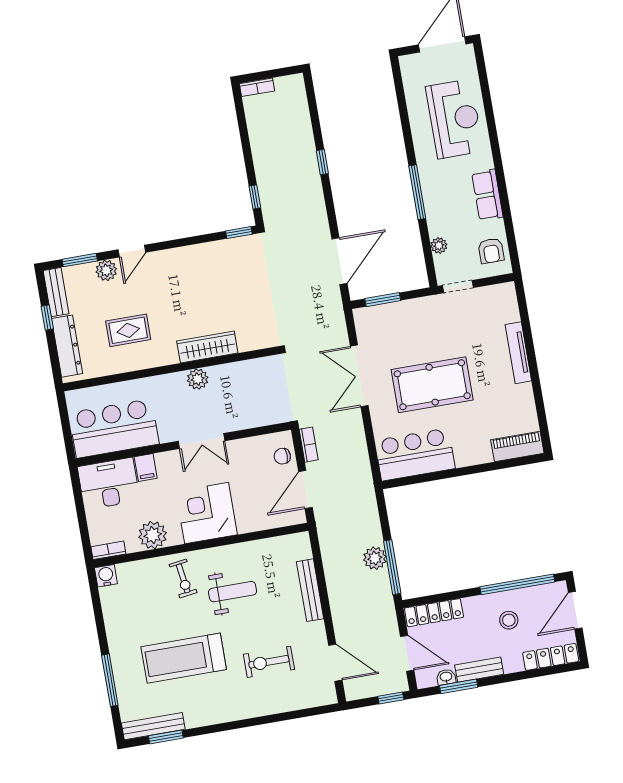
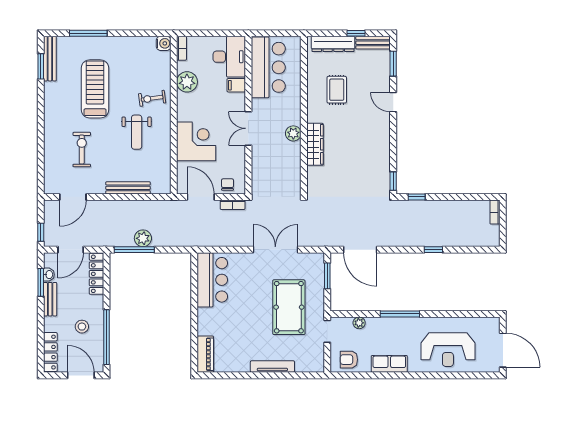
plant: (106, 270) -> (382, 81), removed
pool table: (432, 385) -> (289, 307), moved
corner desk: (207, 513) -> (196, 141), moved

